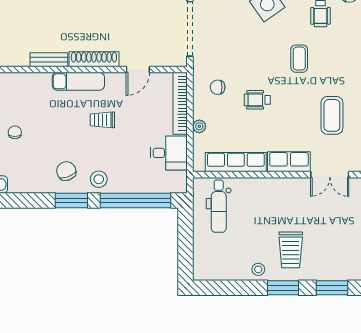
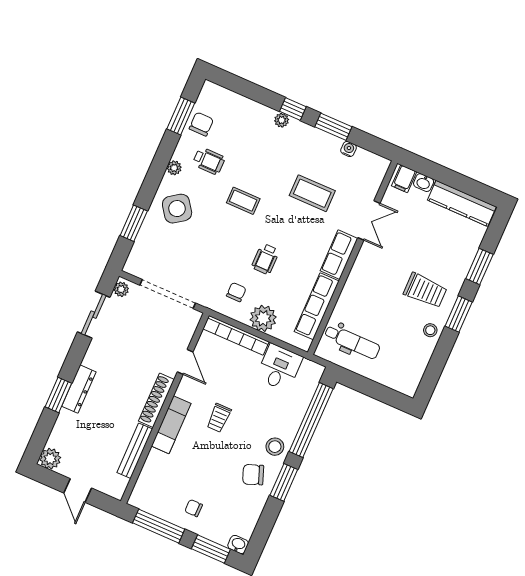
bench: (49, 60) -> (135, 451), width x1.36
chair: (218, 87) -> (236, 292), turned 180
plant: (199, 126) -> (263, 318), width x1.87, depth x1.87

